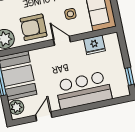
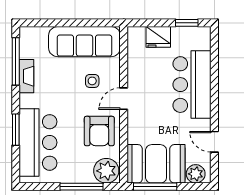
fridge: (94, 45) -> (158, 37), moved, turned 90

